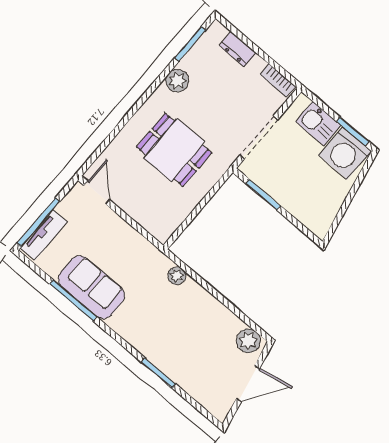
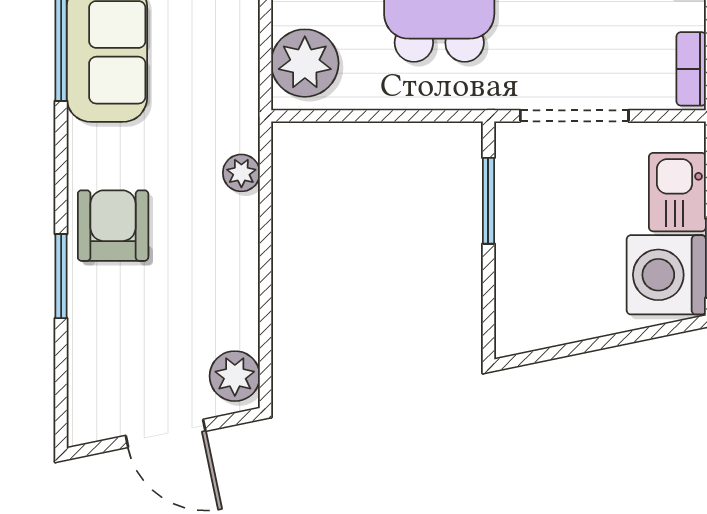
plant: (157, 219) -> (305, 63), added
armchair: (156, 339) -> (113, 226), added

